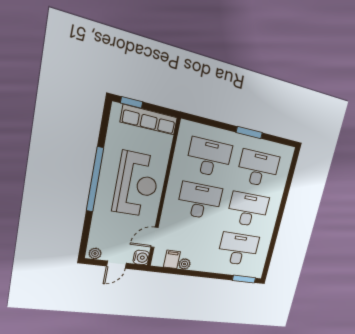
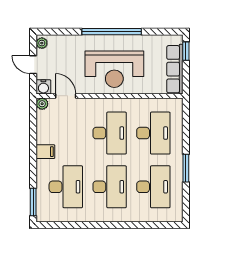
filing cabinet: (172, 259) -> (45, 152), moved
plant: (184, 264) -> (42, 104), moved

